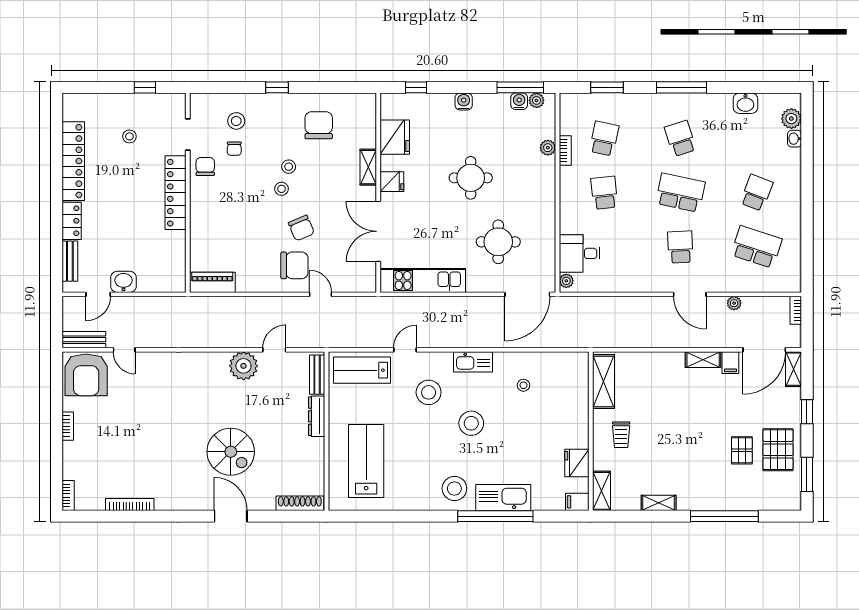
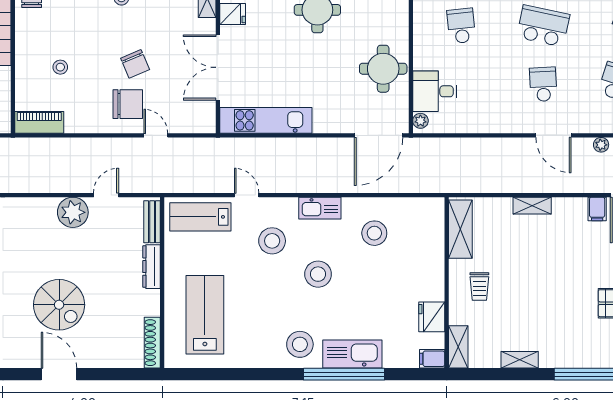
stool: (281, 189) -> (60, 67), moved
round table: (498, 242) -> (383, 69), moved
door: (405, 350) -> (247, 195), hinge flipped
shelving: (703, 360) -> (532, 206), moved
stool: (524, 385) -> (374, 233), width x1.89, depth x1.89
shoe rack: (300, 503) -> (152, 343), moved, turned -90

